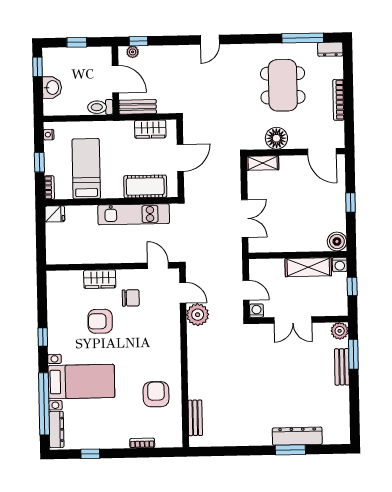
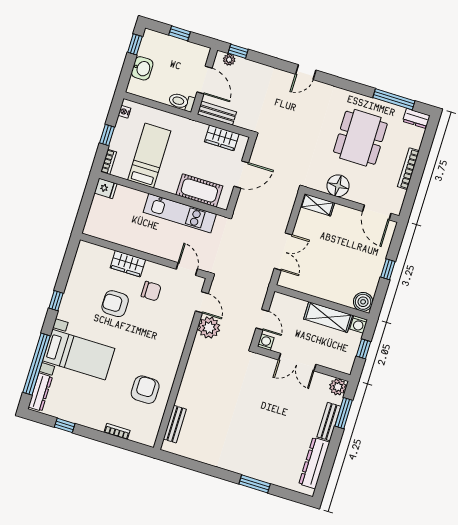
dresser: (297, 436) -> (314, 463), moved, turned -90

